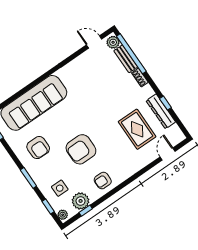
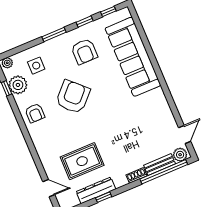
armchair: (38, 148) -> (84, 51), turned -90
armchair: (81, 149) -> (73, 97), turned 44
armchair: (103, 181) -> (35, 113), turned 180
window: (48, 206) -> (85, 21), moved

